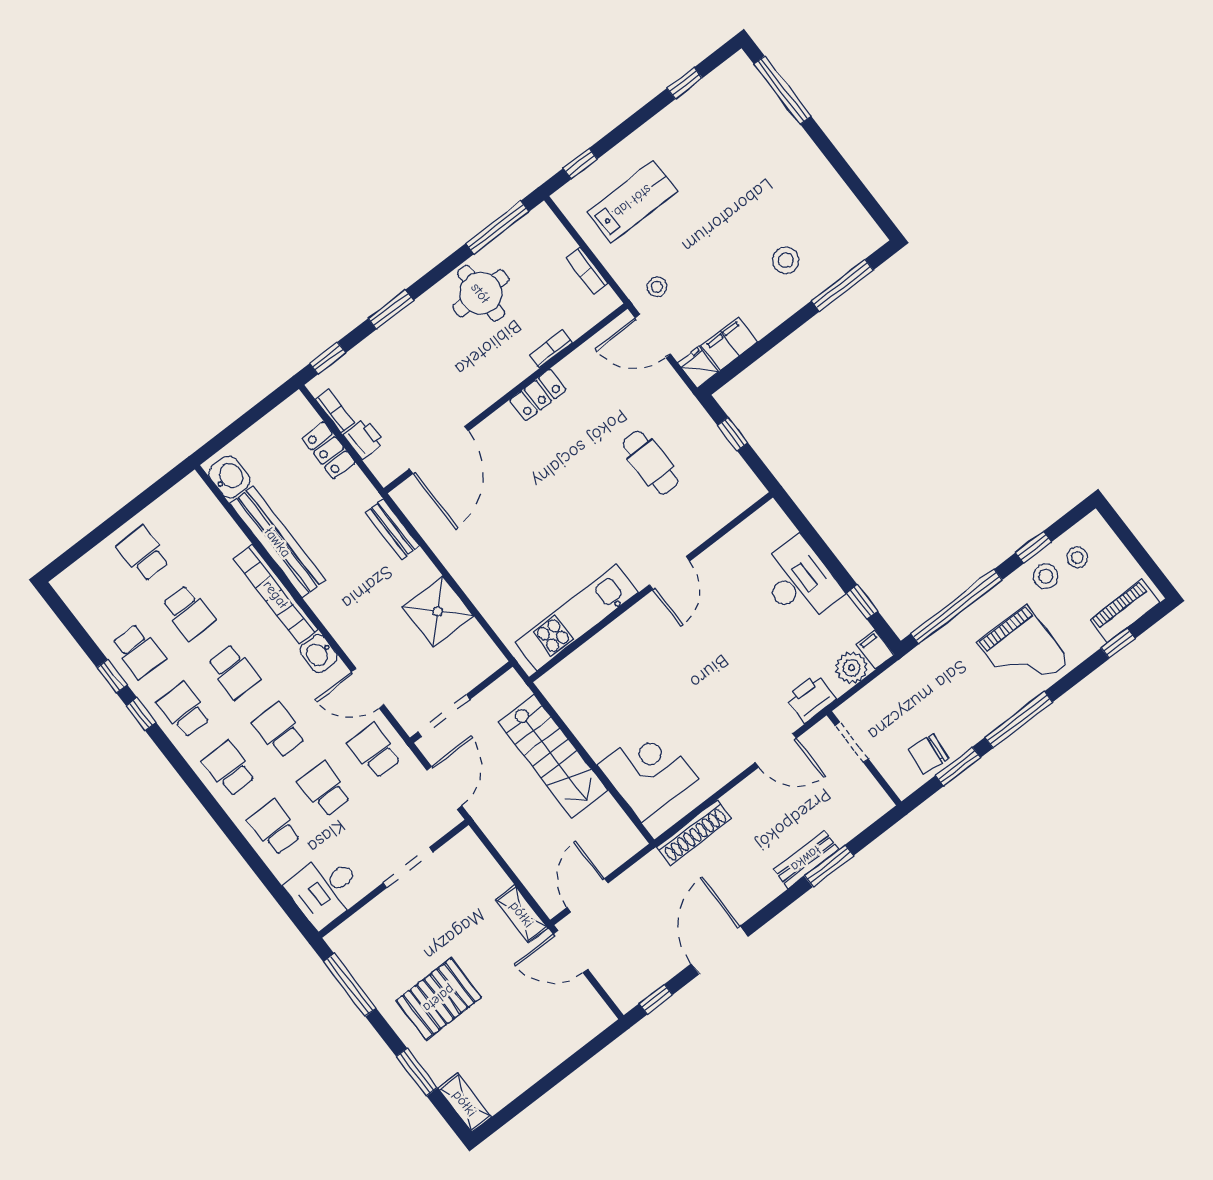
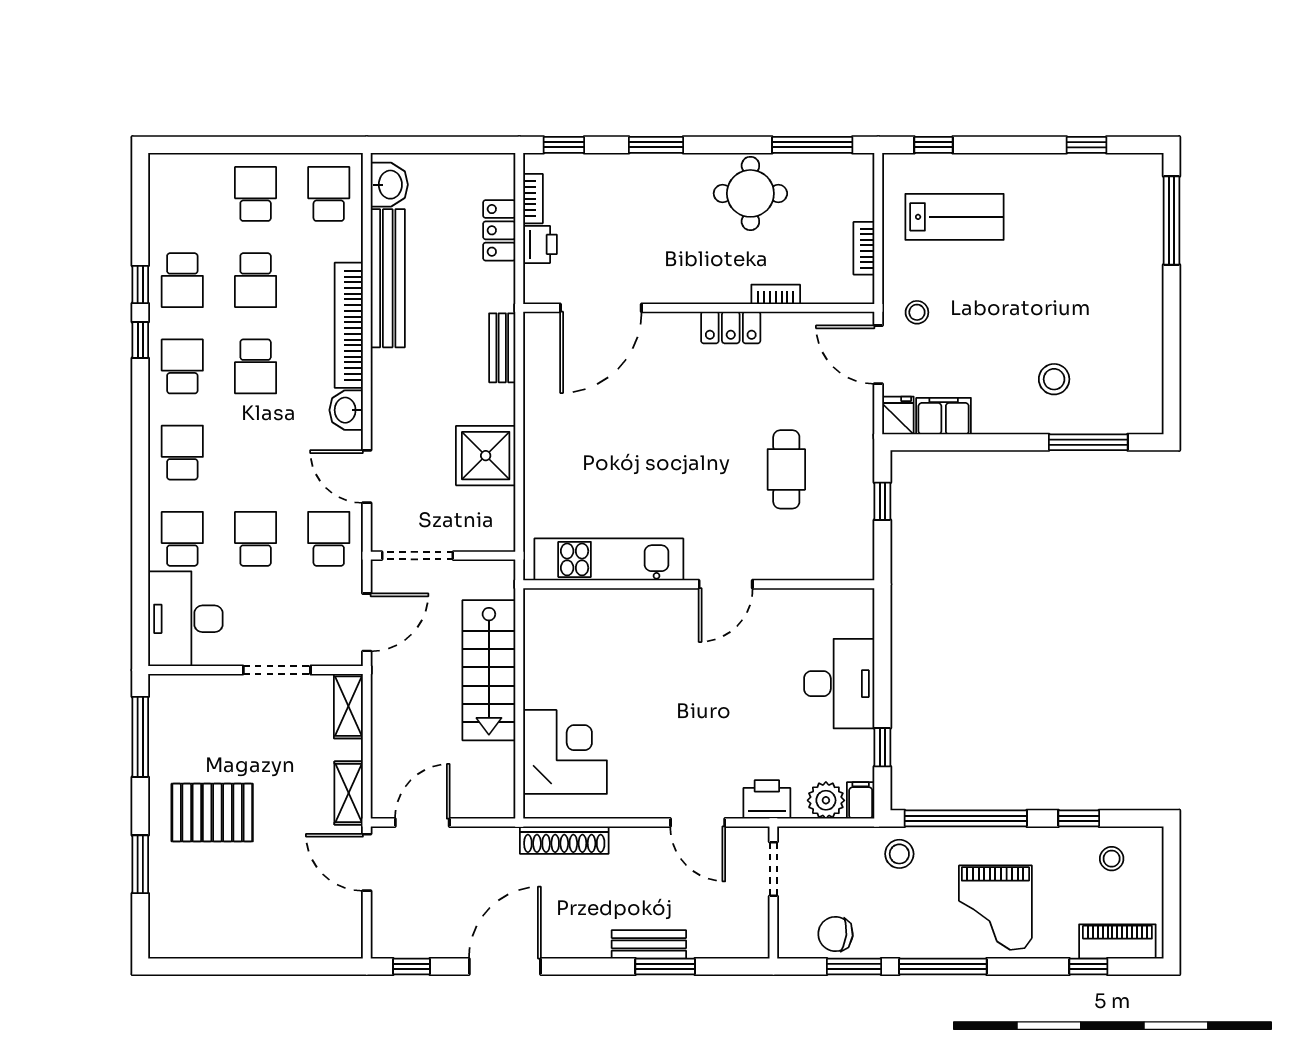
stool: (1046, 576) -> (899, 854), moved
school desk: (279, 730) -> (329, 194), moved
desk: (325, 889) -> (185, 619), width x1.37
shelving: (465, 1103) -> (348, 706), moved

